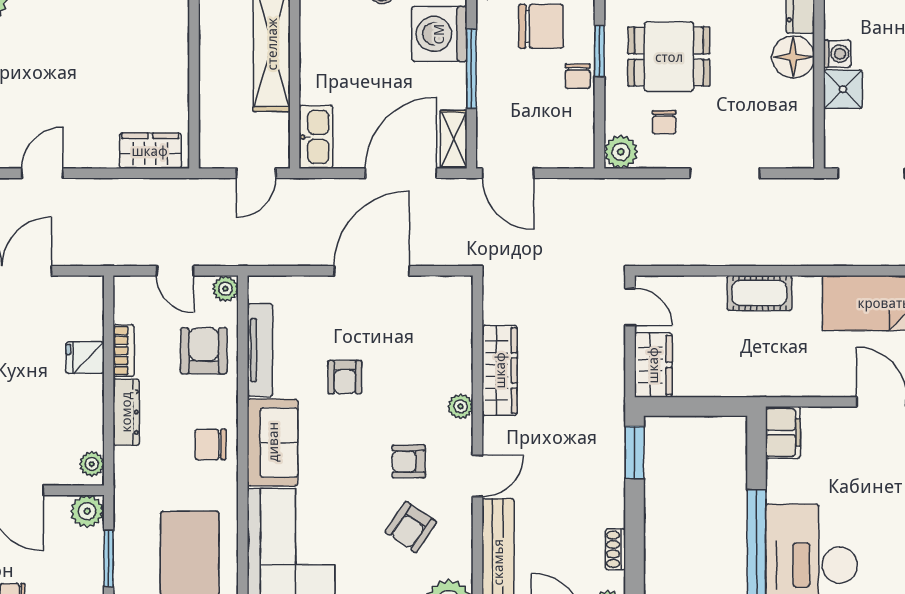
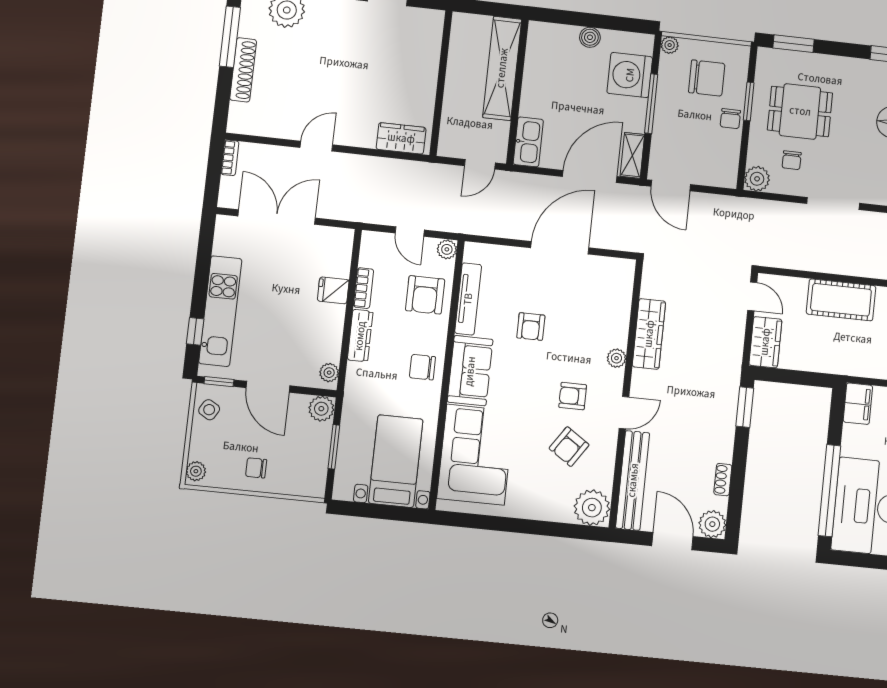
cot: (759, 293) -> (841, 300), width x1.37, depth x1.34
armchair: (204, 351) -> (425, 295), turned 180

